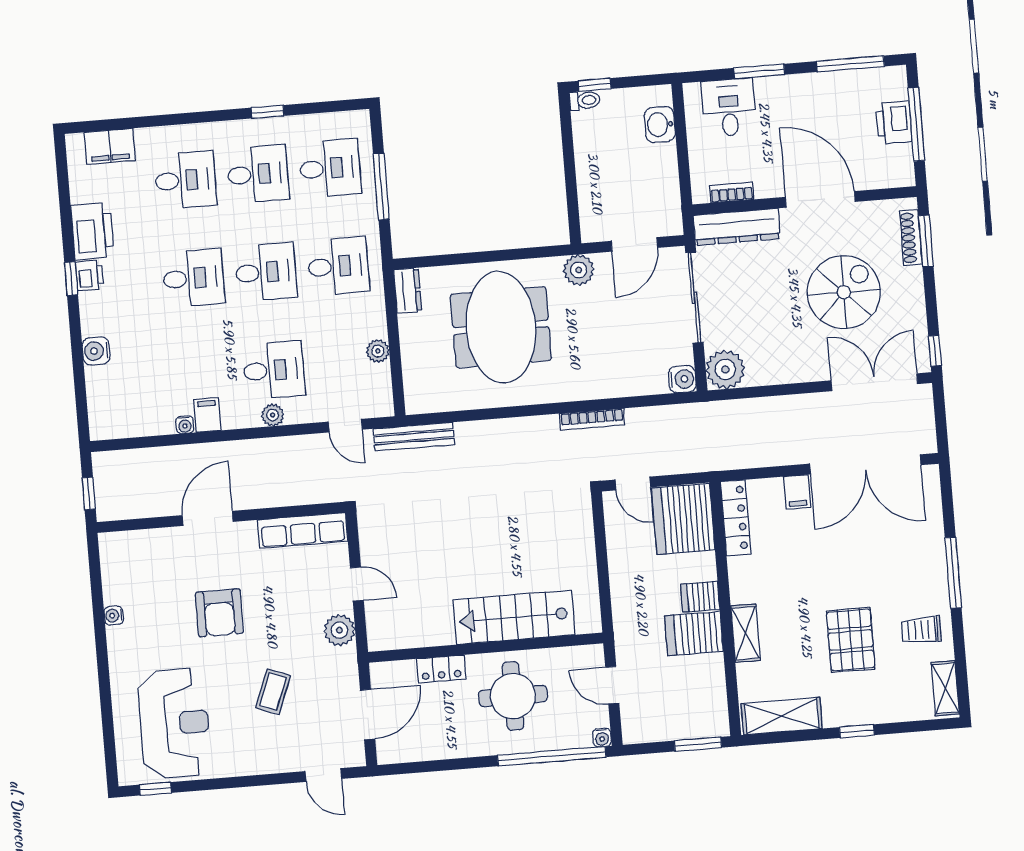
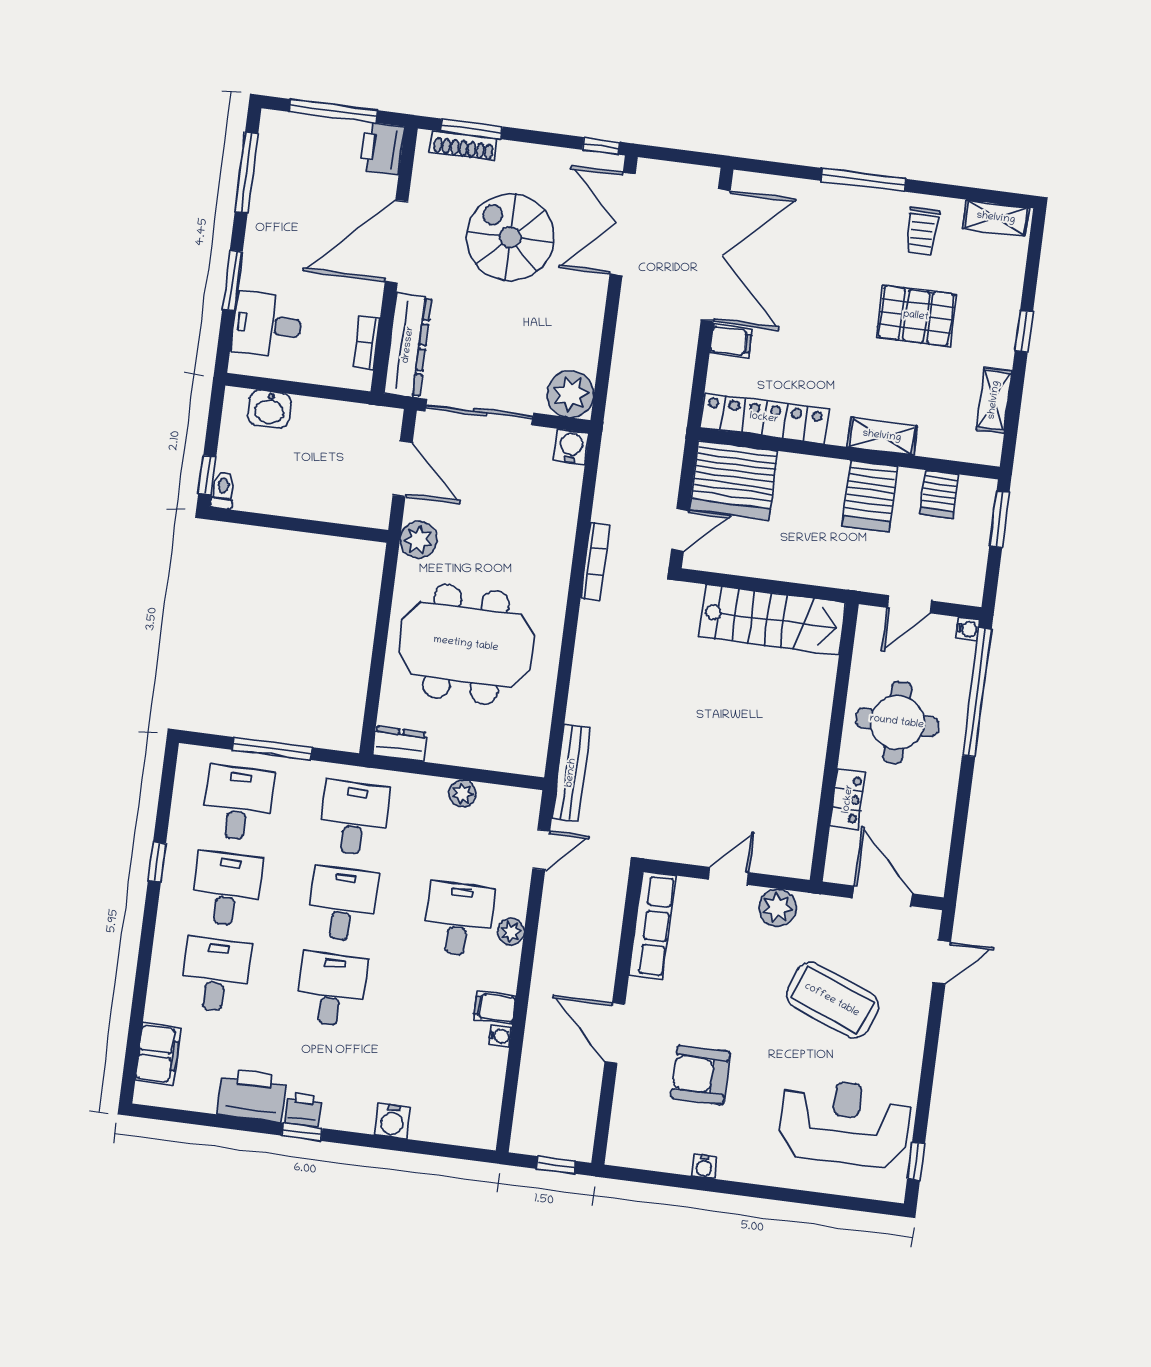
printer: (894, 123) -> (382, 148), moved, turned 90
locker: (736, 518) -> (764, 418), width x1.41, depth x1.21
server rack: (700, 597) -> (939, 494), moved
armchair: (219, 613) -> (700, 1075), moved, turned 180
stairs: (514, 617) -> (772, 620), moved, turned -90
coffee table: (273, 692) -> (832, 1000), width x1.86, depth x1.72
shelving: (782, 716) -> (994, 400), width x0.67, depth x0.75

